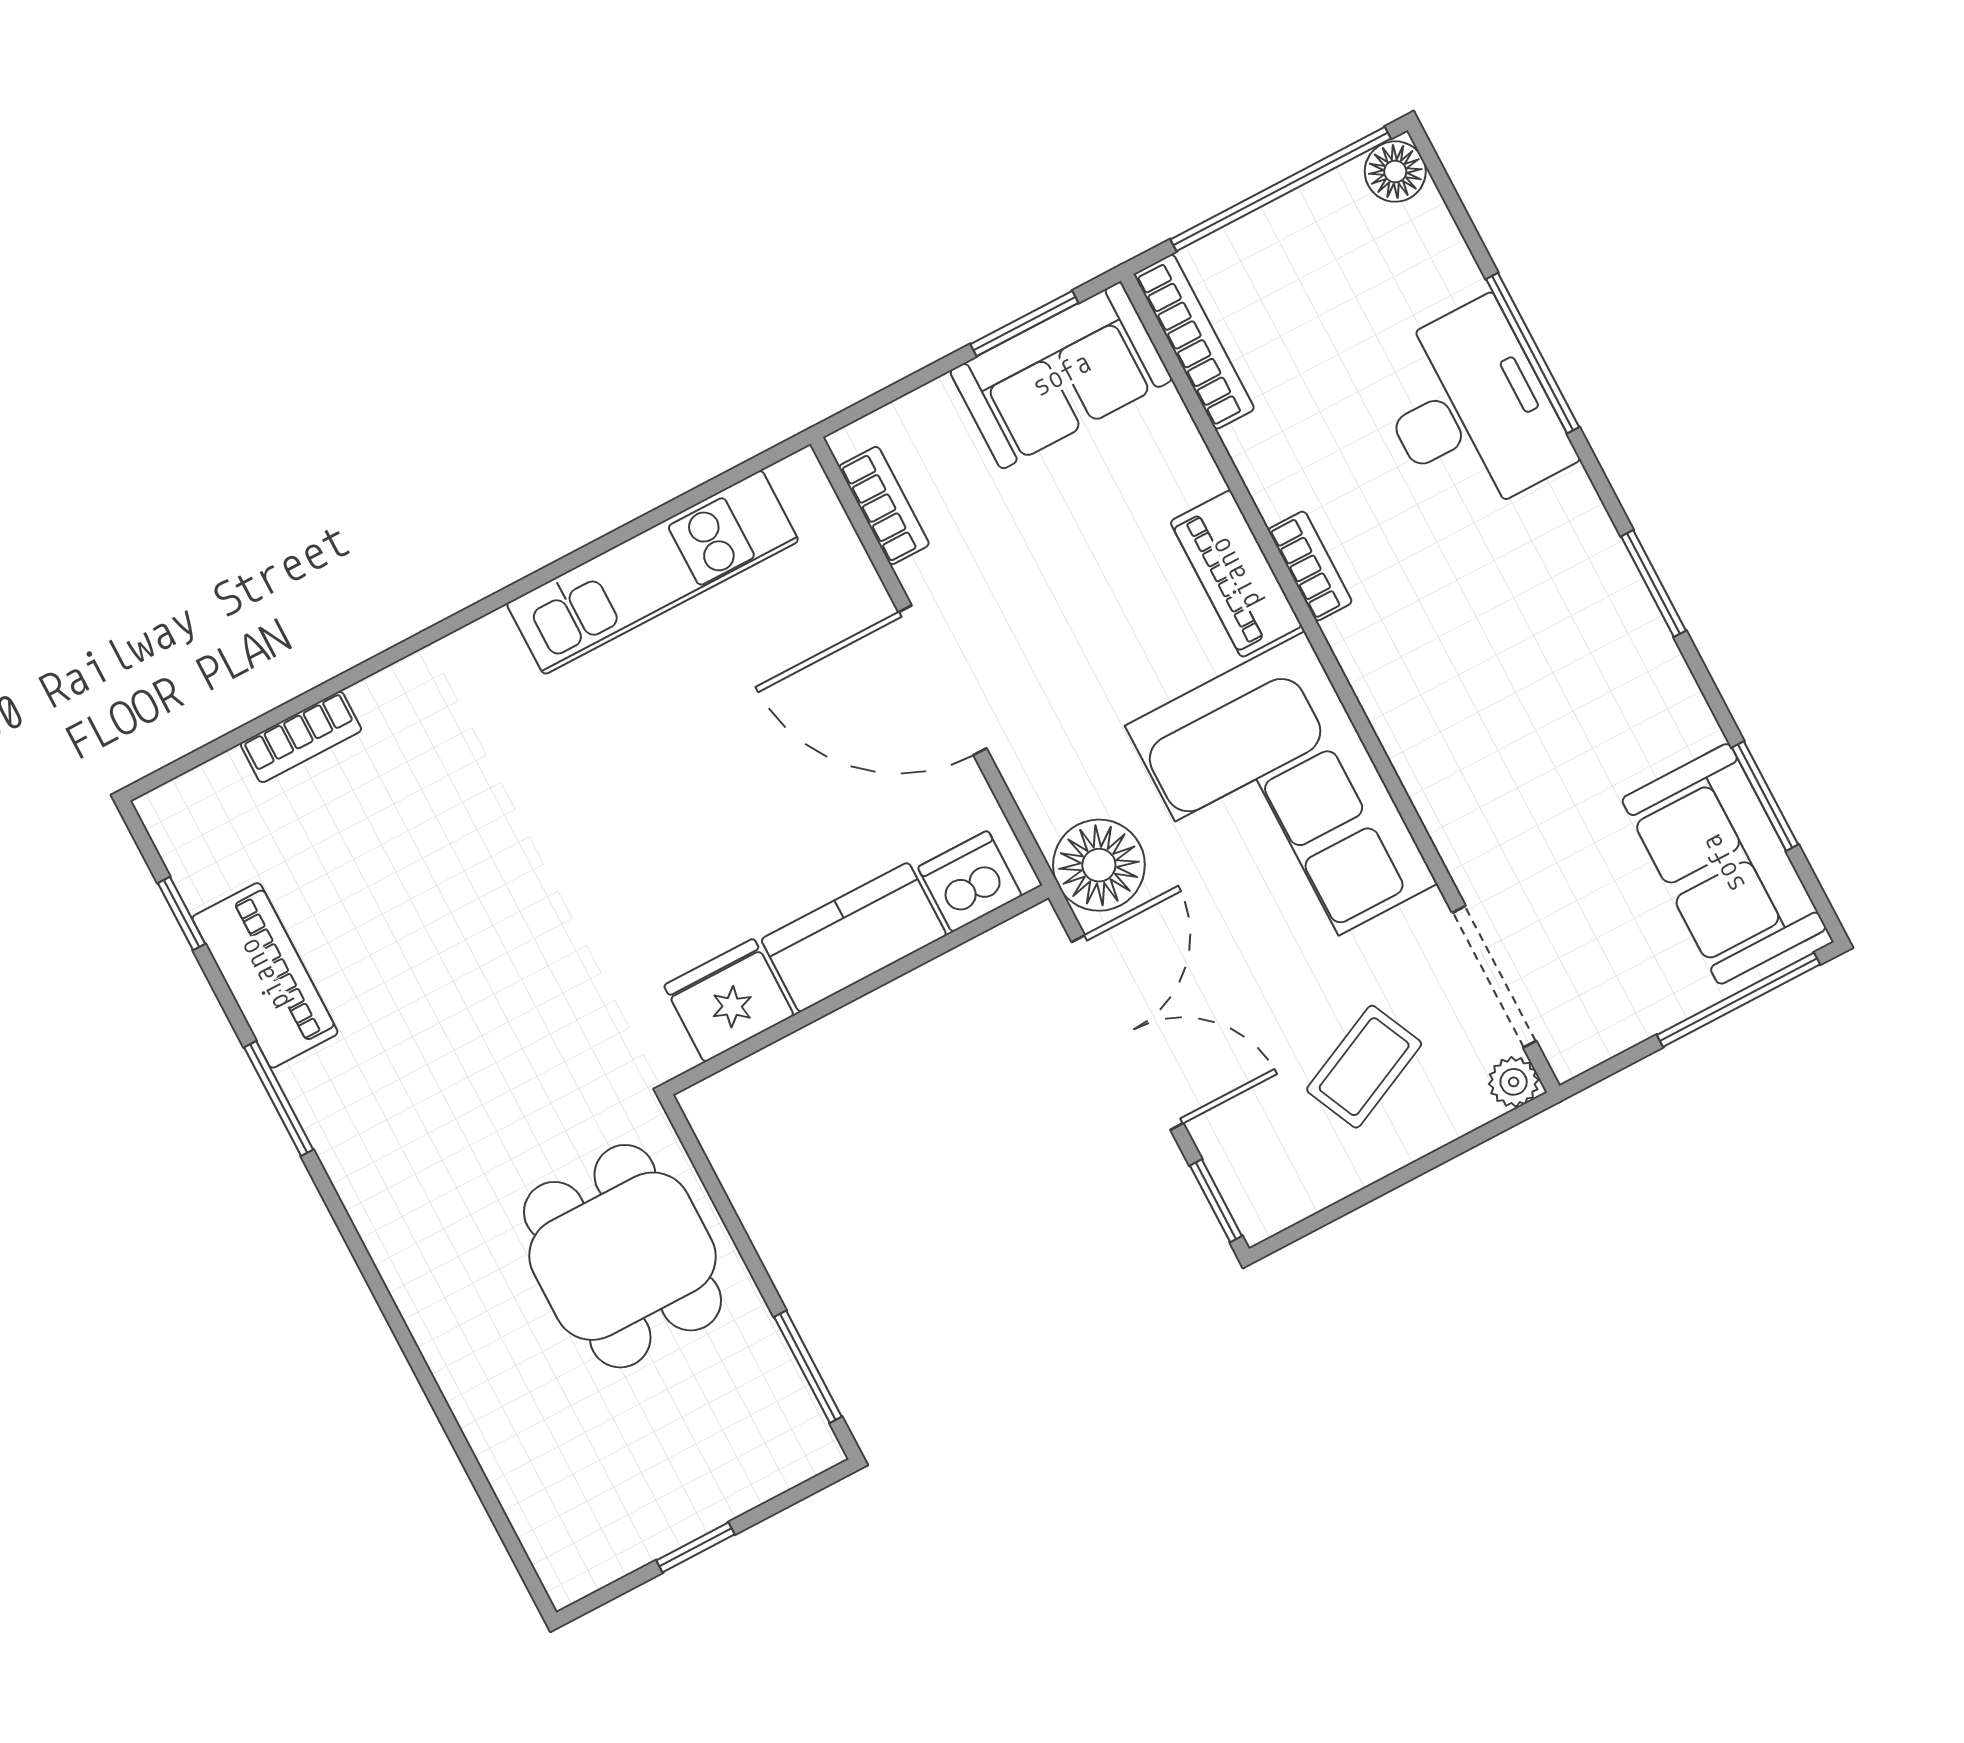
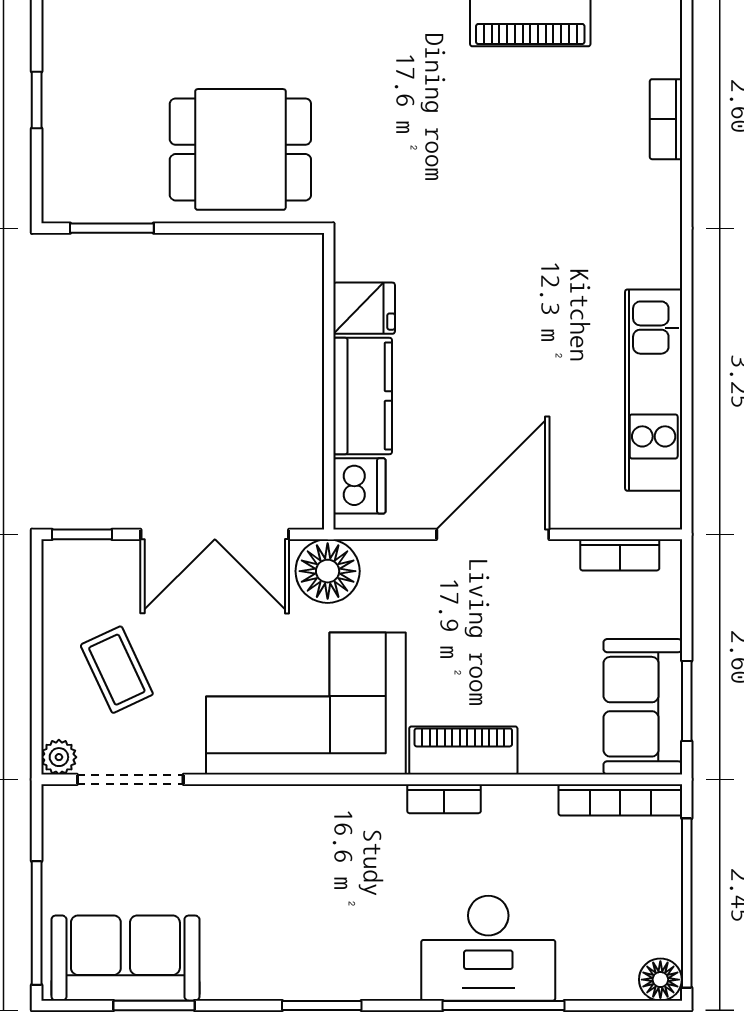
fridge: (729, 1000) -> (364, 308), width x0.72

